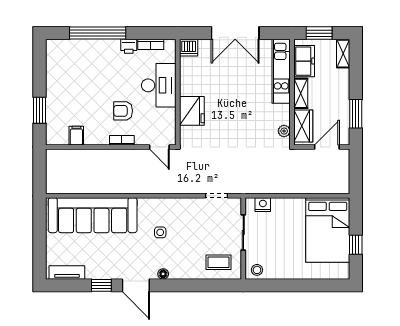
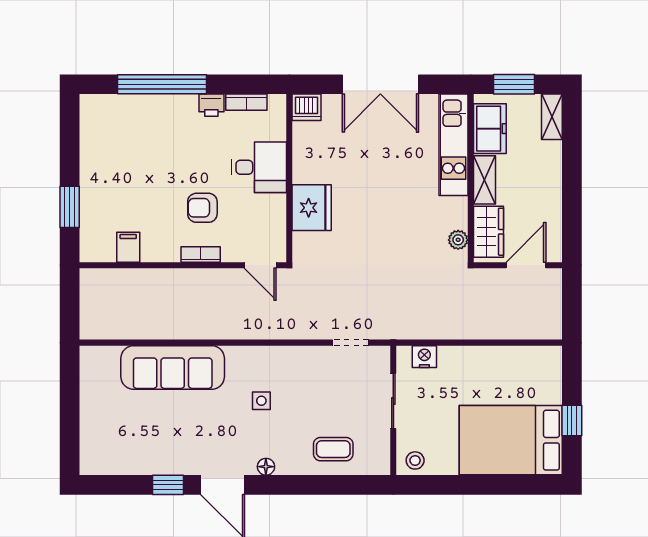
desk: (159, 85) -> (259, 167), width x0.73
window: (356, 114) -> (572, 212), removed
sofa: (93, 215) -> (173, 367), width x0.74, depth x0.79
bed: (328, 230) -> (511, 440), moved, turned 90
coffee table: (219, 262) -> (333, 449), moved
tv unit: (67, 272) -> (113, 464), removed

